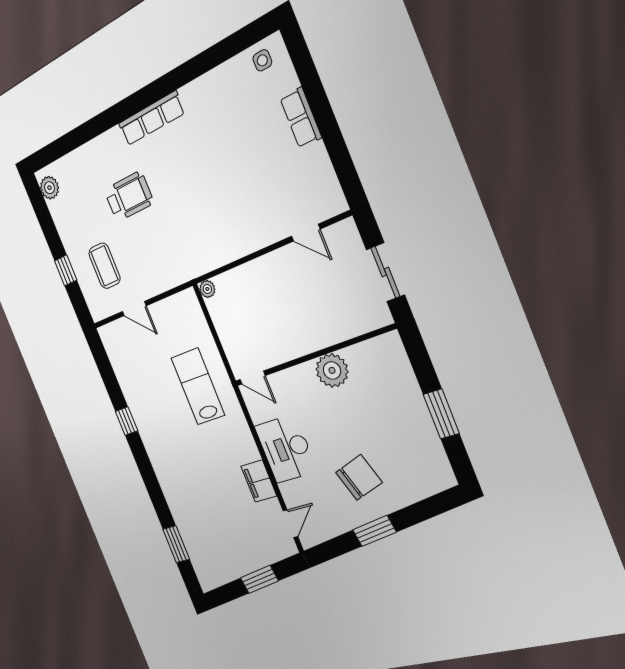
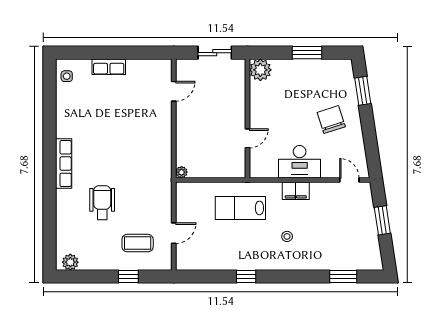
plant: (332, 370) -> (260, 70), moved
door: (253, 378) -> (247, 138), moved
stool: (191, 459) -> (287, 236), added
filing cabinet: (259, 481) -> (296, 191), moved
window: (374, 531) -> (363, 91), moved

